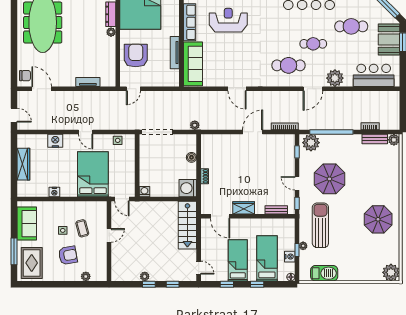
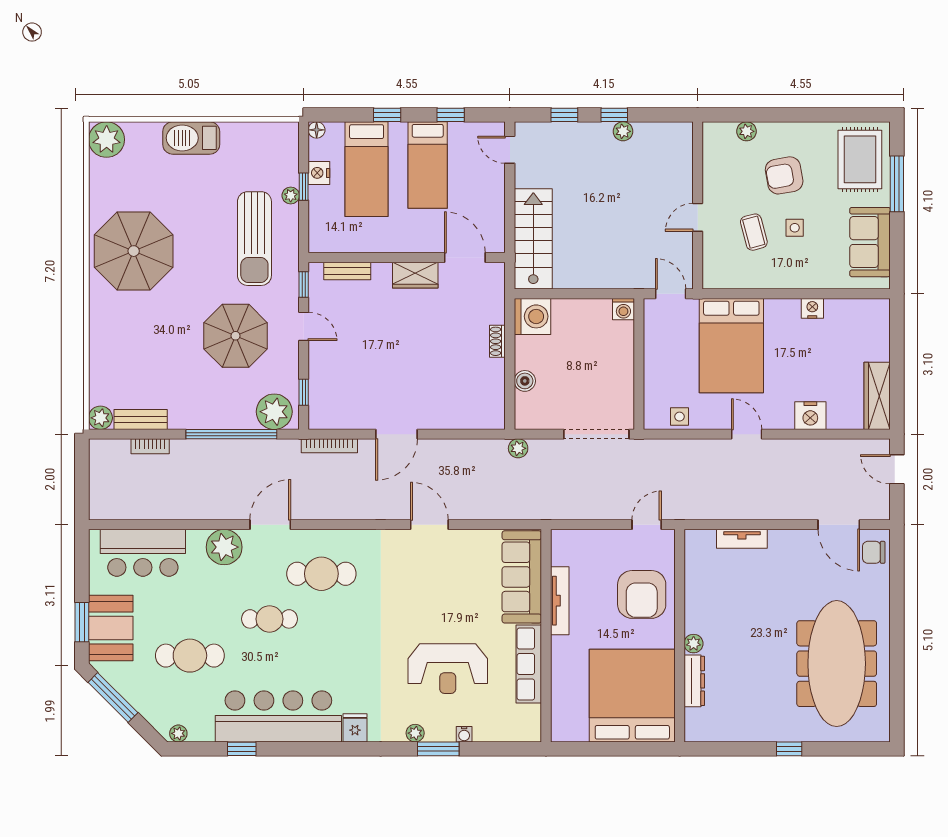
wardrobe: (23, 164) -> (877, 396), moved
parasol: (378, 219) -> (134, 251), width x1.36, depth x1.36
barbecue: (324, 273) -> (191, 138), moved

